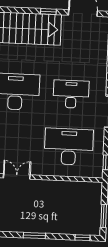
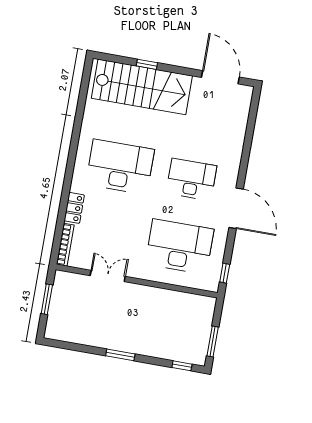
window: (48, 12) -> (147, 64), moved

